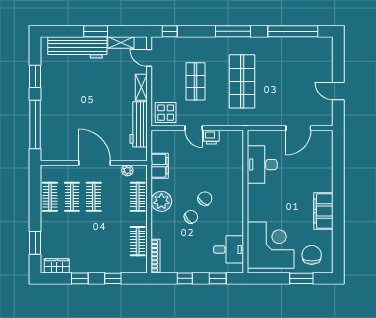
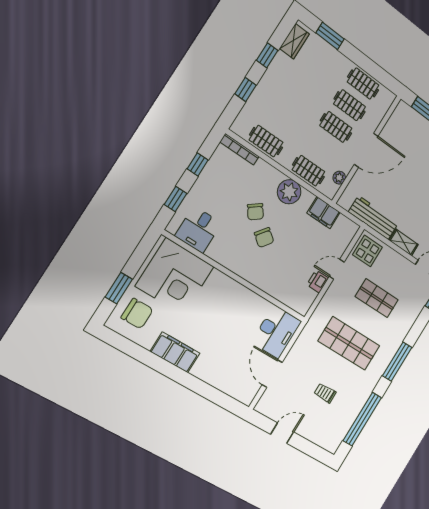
trolley: (290, 76) -> (325, 393), added
desk: (262, 165) -> (276, 332), moved, turned 90

